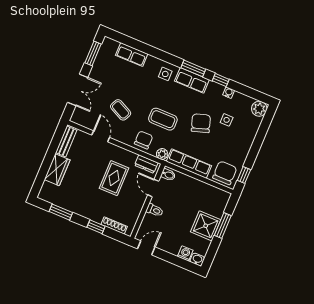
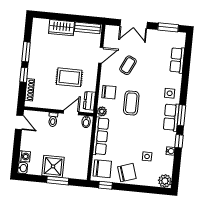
chair: (201, 123) -> (127, 173), moved
window: (61, 212) -> (26, 52), moved

